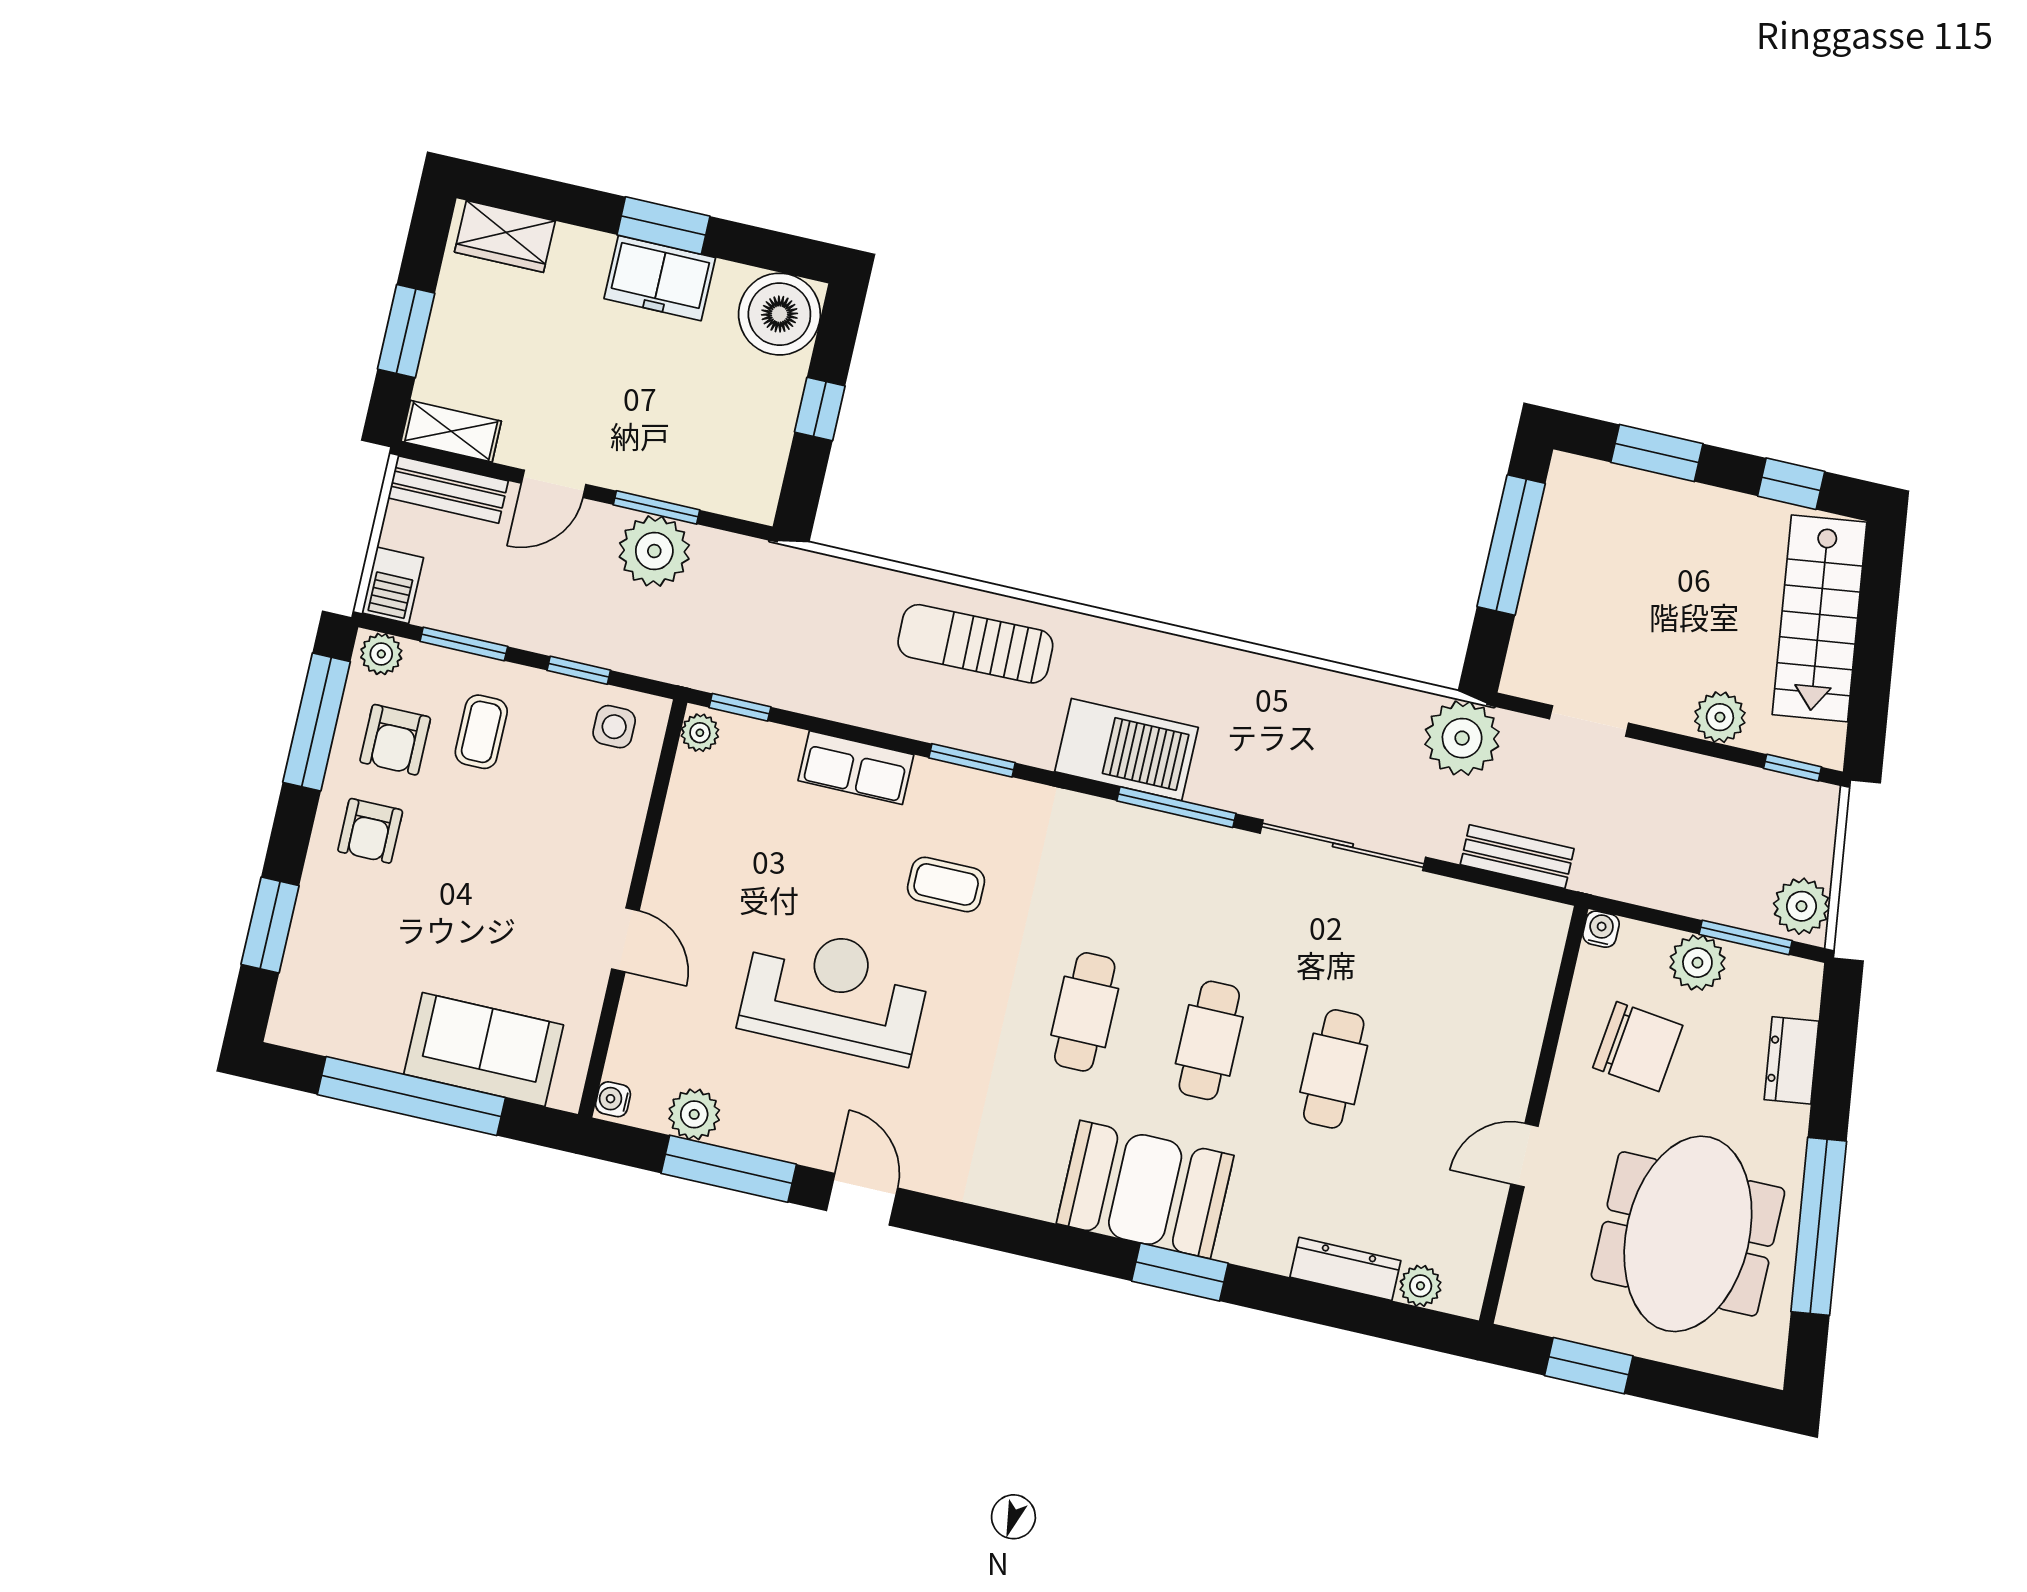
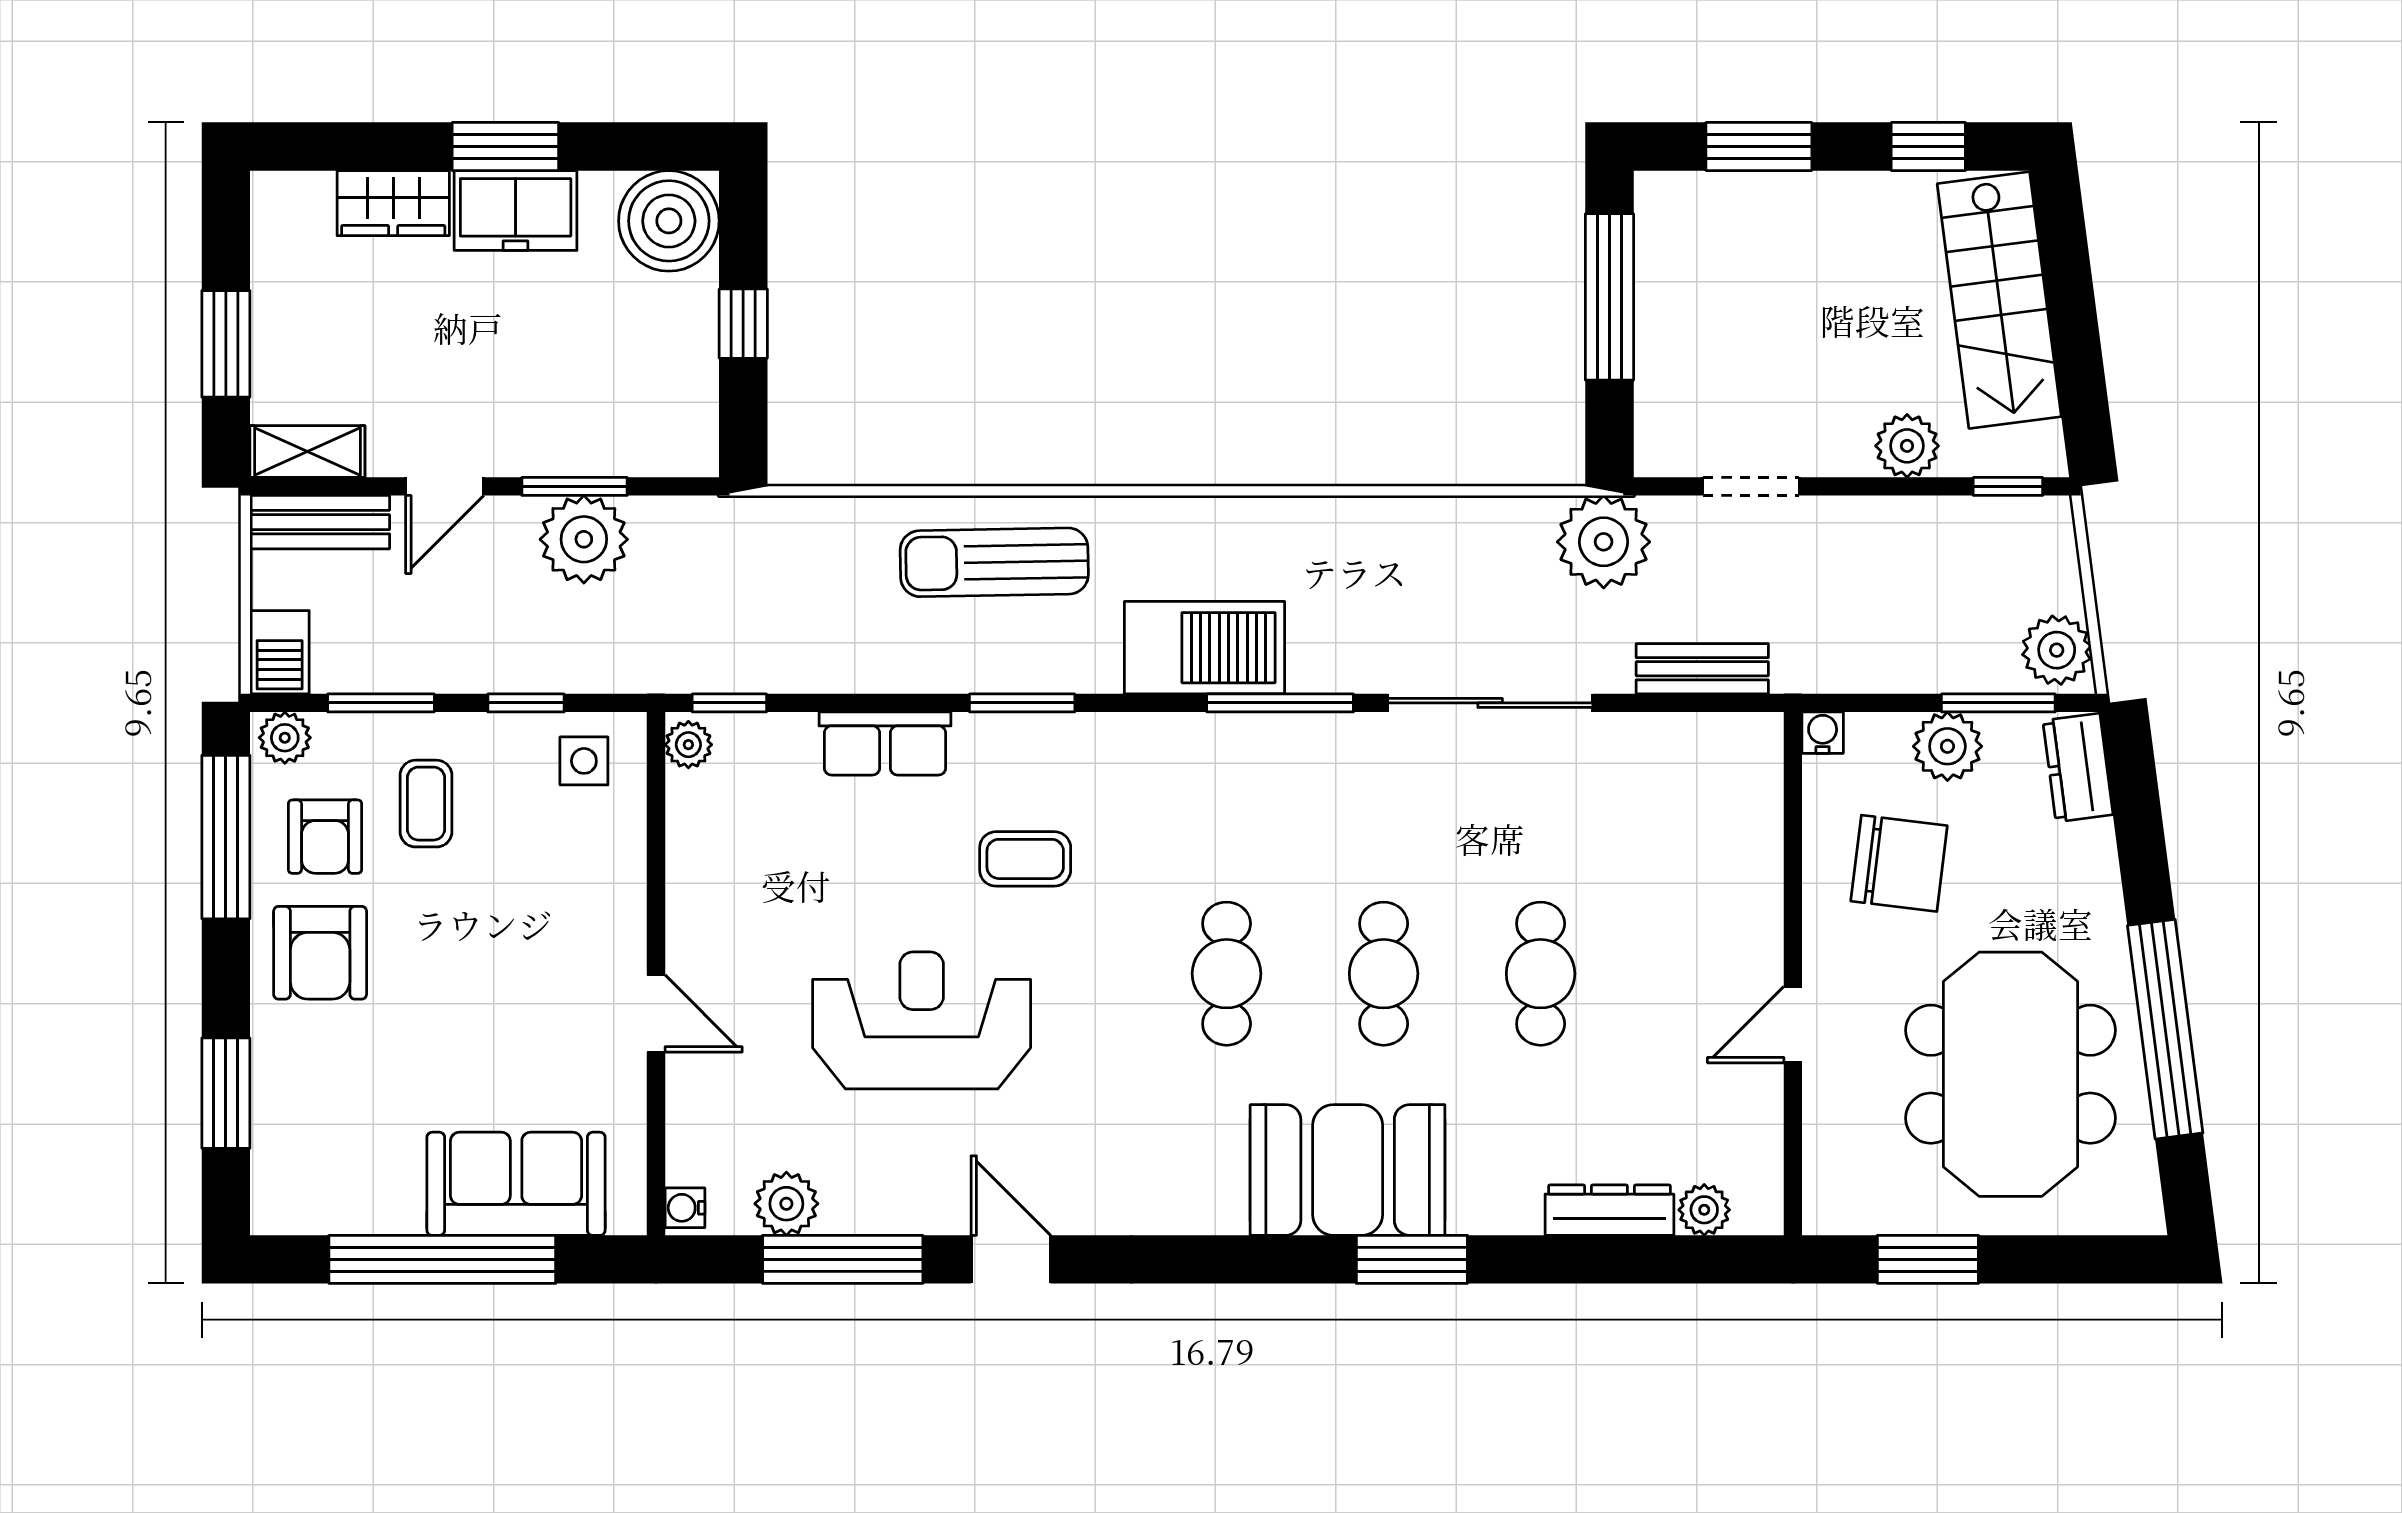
wardrobe: (505, 236) -> (393, 203), moved
armchair: (370, 831) -> (320, 953), width x1.38, depth x1.38
dresser: (1791, 1060) -> (2078, 768), moved

